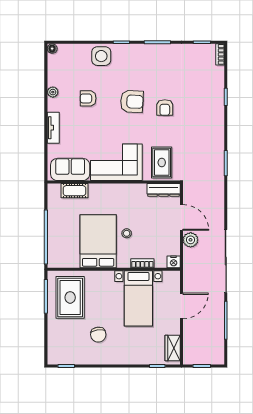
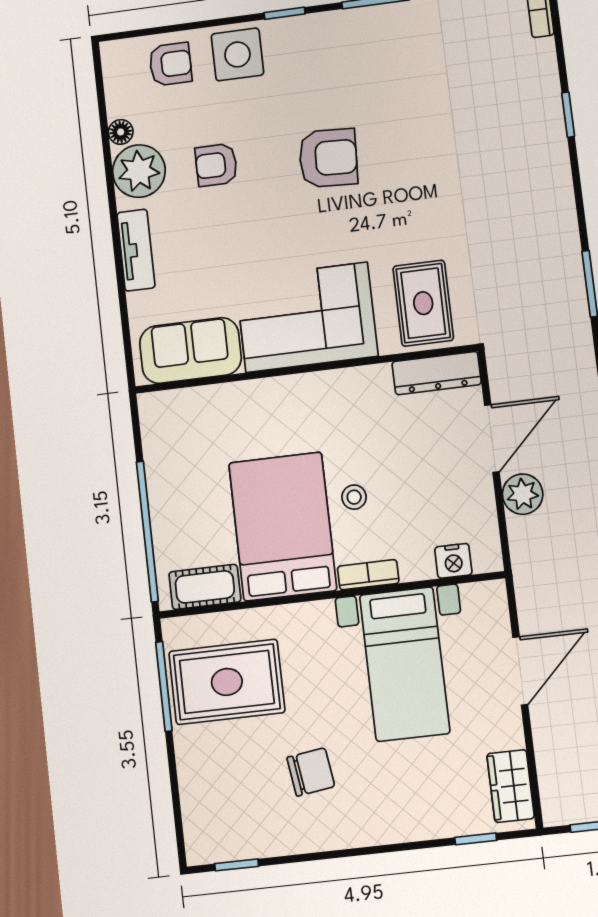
floor lamp: (52, 49) -> (121, 132), moved
plant: (53, 92) -> (139, 171), width x1.87, depth x1.87
armchair: (165, 108) -> (170, 64), moved, turned -90
cot: (74, 191) -> (205, 587), moved
door: (181, 217) -> (492, 438), hinge flipped
nightstand: (174, 262) -> (453, 561), moved
bookcase: (142, 263) -> (368, 575), moved
rug: (70, 297) -> (227, 682), turned 90
chair: (98, 335) -> (311, 772), turned -90

